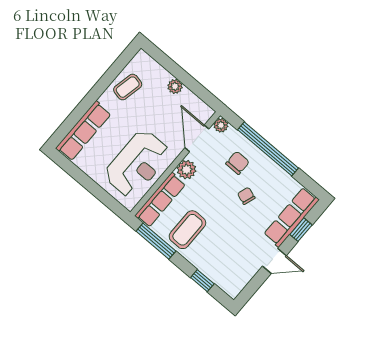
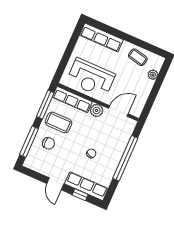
plant: (175, 86) -> (153, 75), moved
plant: (221, 125) -> (131, 124), removed
chair: (238, 163) -> (48, 143), moved
window: (202, 281) -> (29, 142), width x2.17

